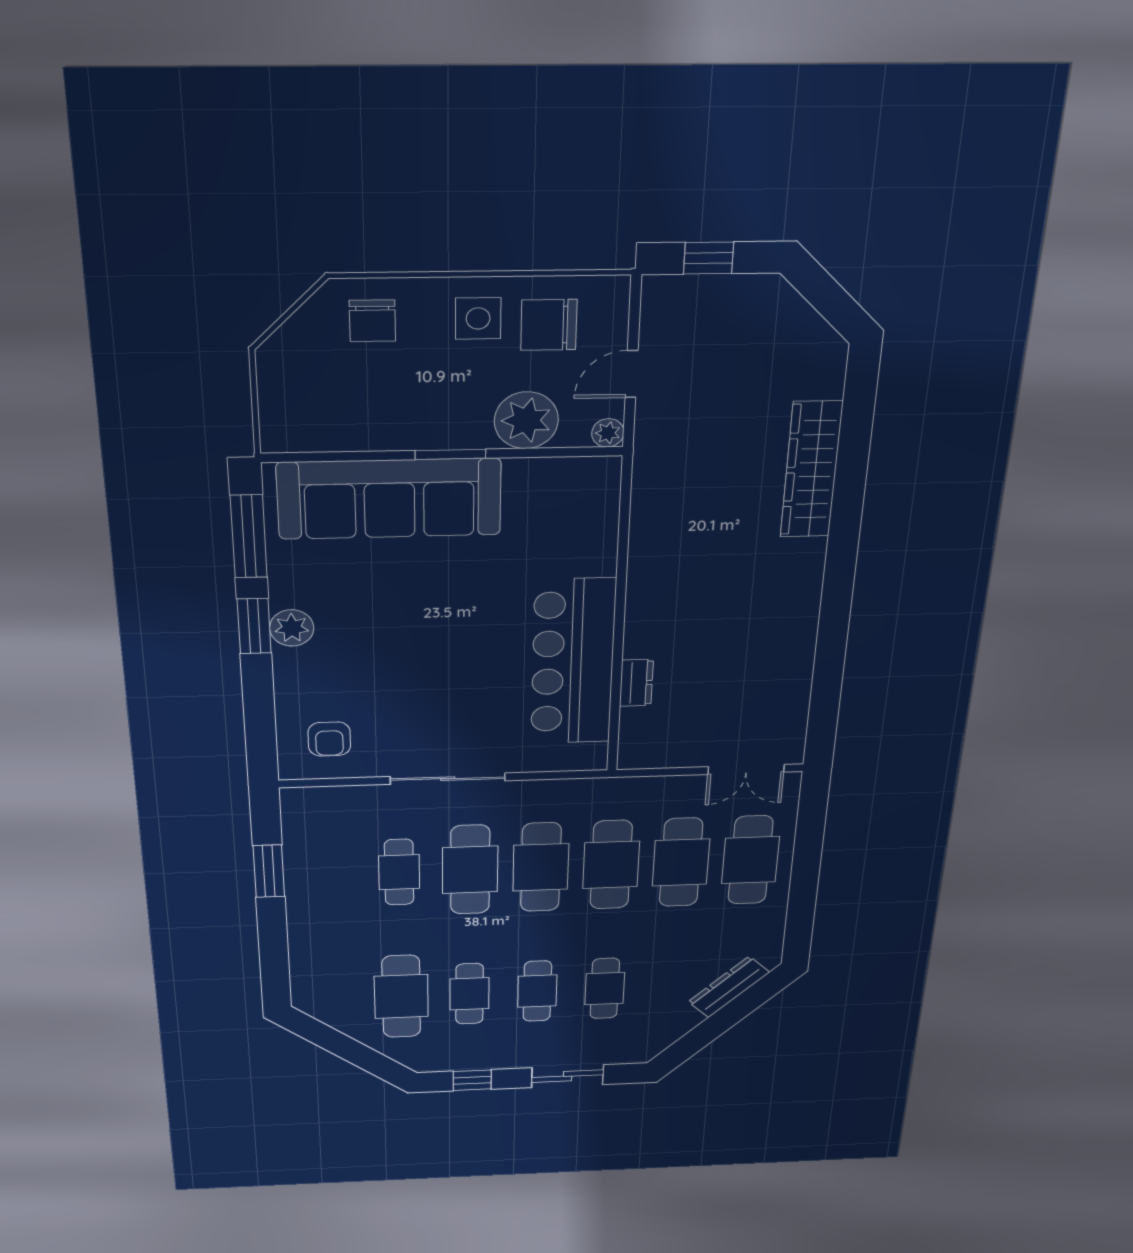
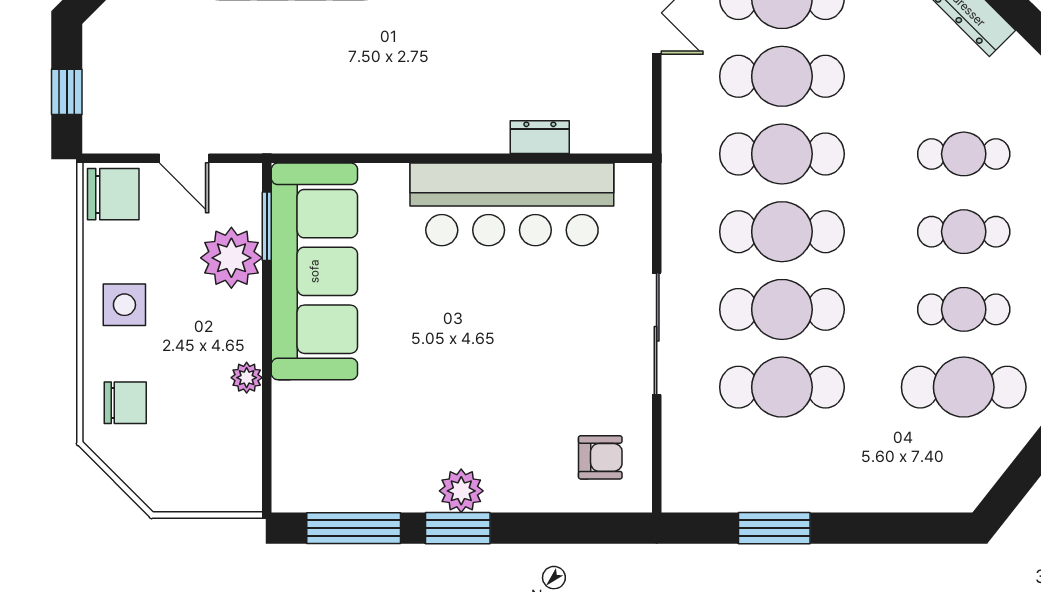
chair: (549, 325) -> (113, 194), moved, turned -90
plant: (608, 433) -> (247, 378), moved
window: (451, 454) -> (267, 226), moved
sofa: (389, 499) -> (314, 271), moved
cafe table: (399, 872) -> (782, 387), width x1.37, depth x1.35

